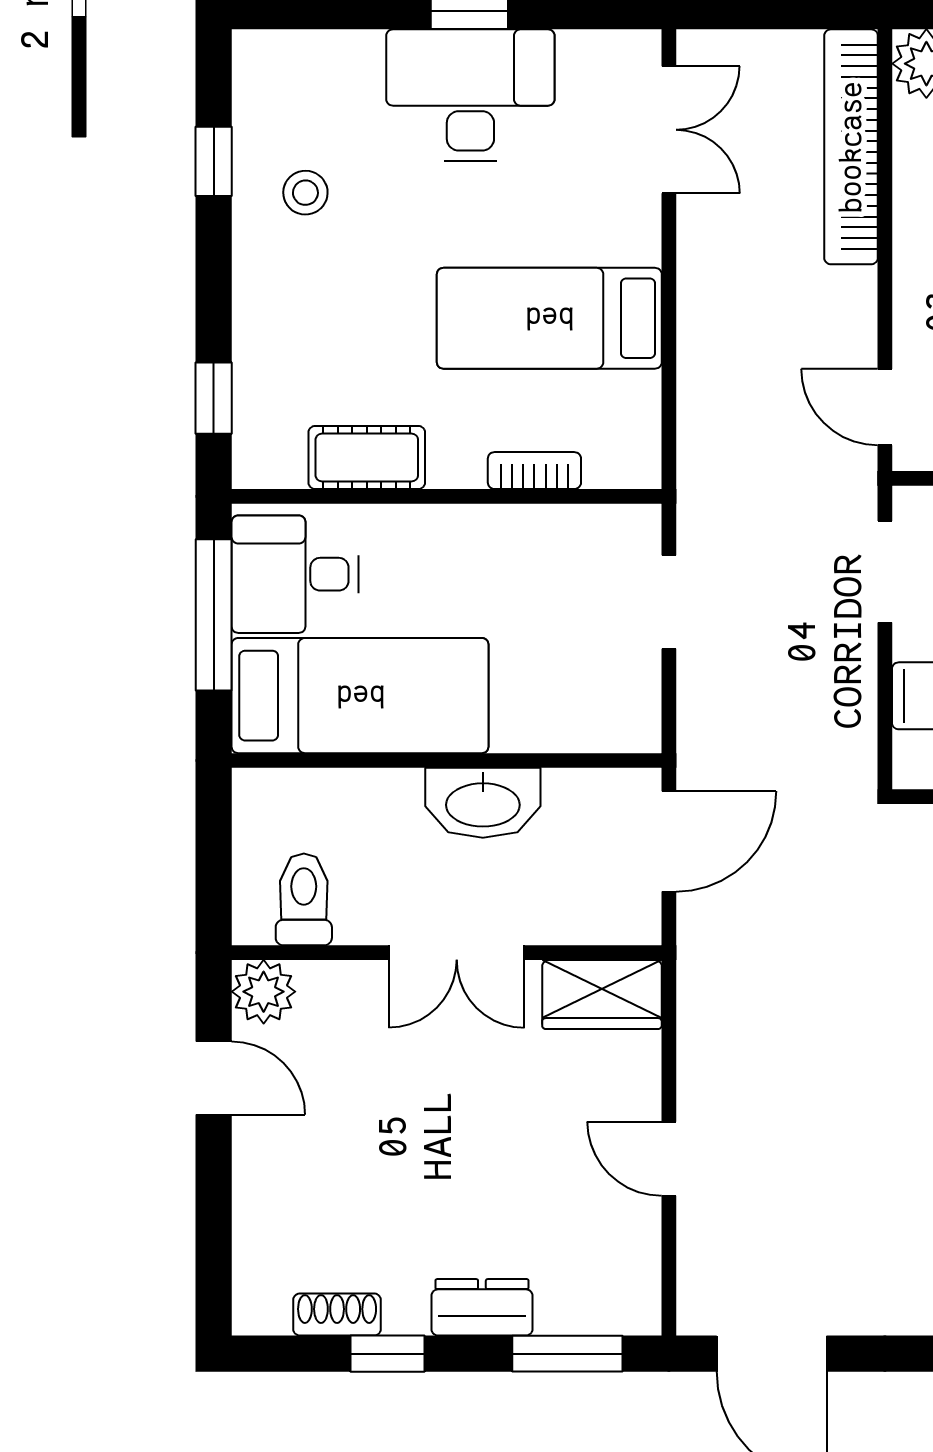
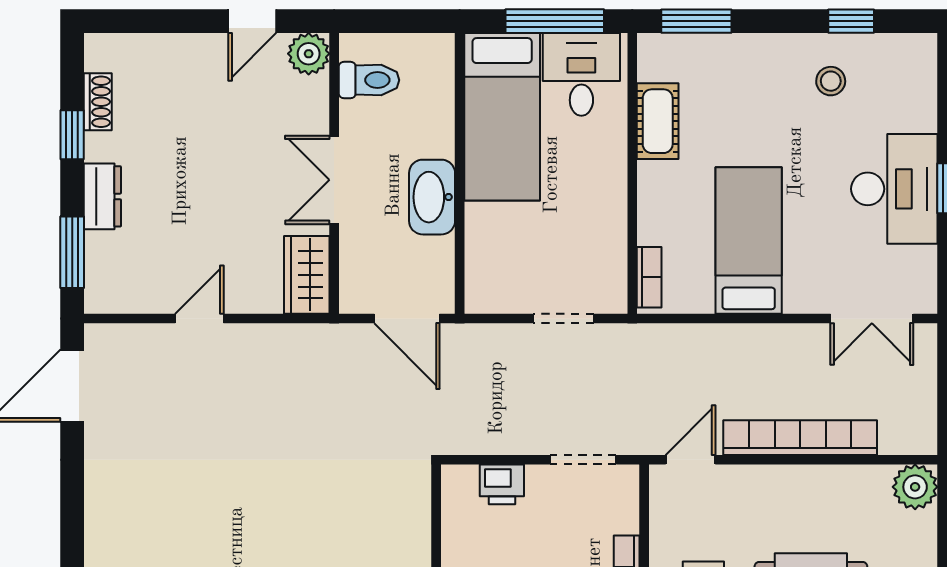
bookcase: (851, 147) -> (800, 438), moved
window: (214, 398) -> (696, 21), width x1.50
bookcase: (534, 471) -> (649, 277), moved

